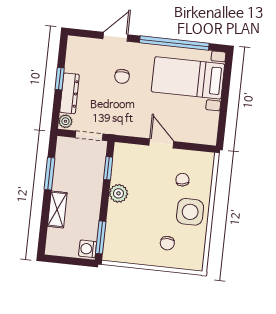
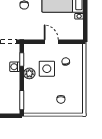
side table: (190, 212) -> (47, 69), moved
washing machine: (88, 249) -> (15, 67), moved

